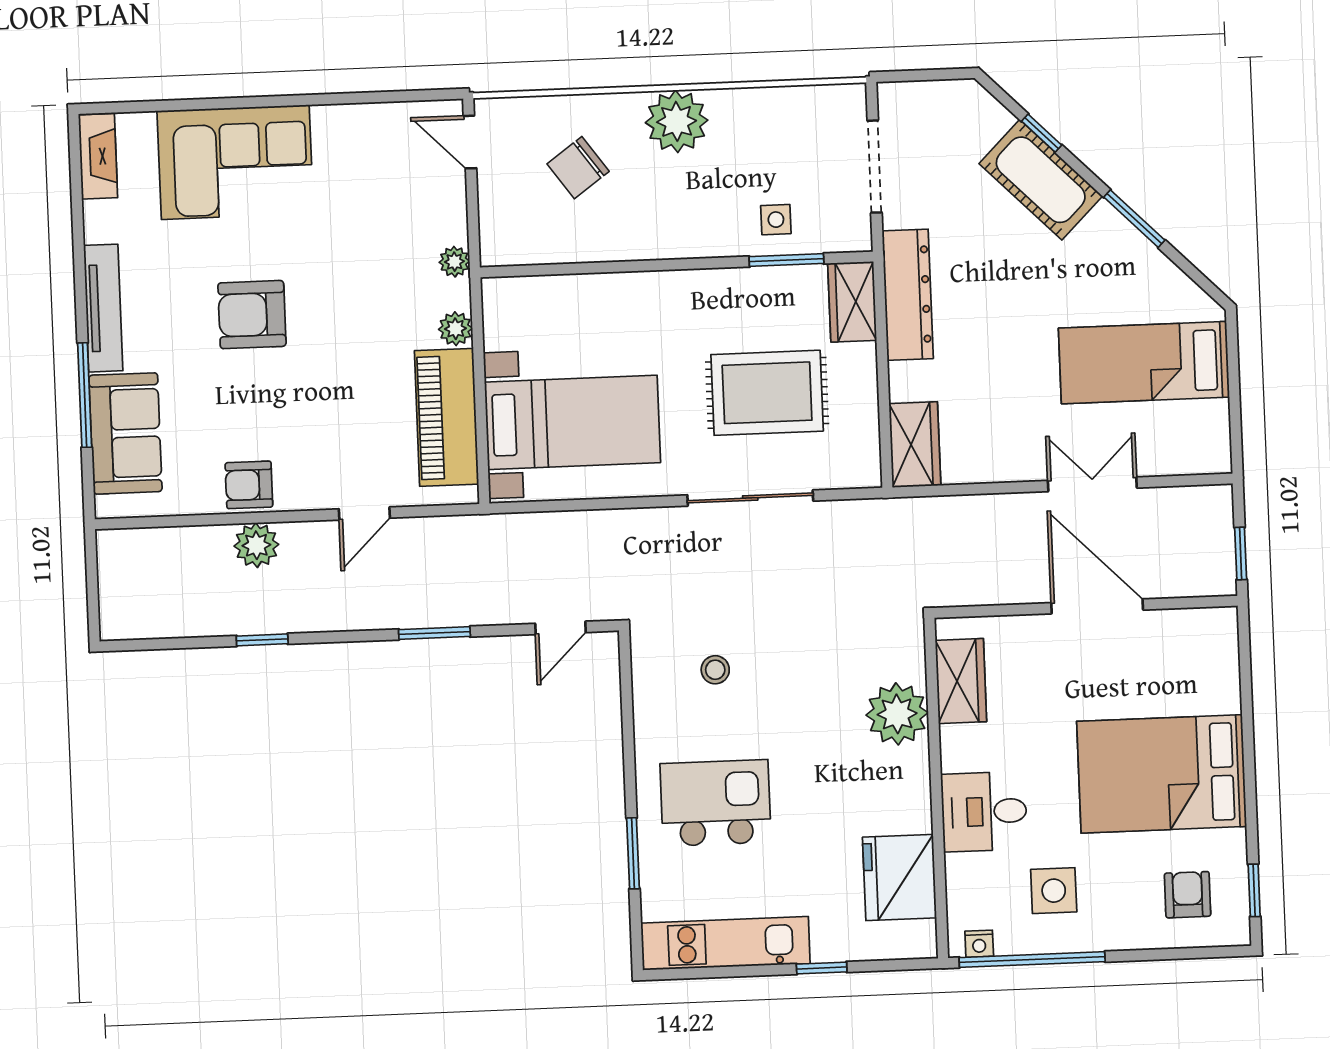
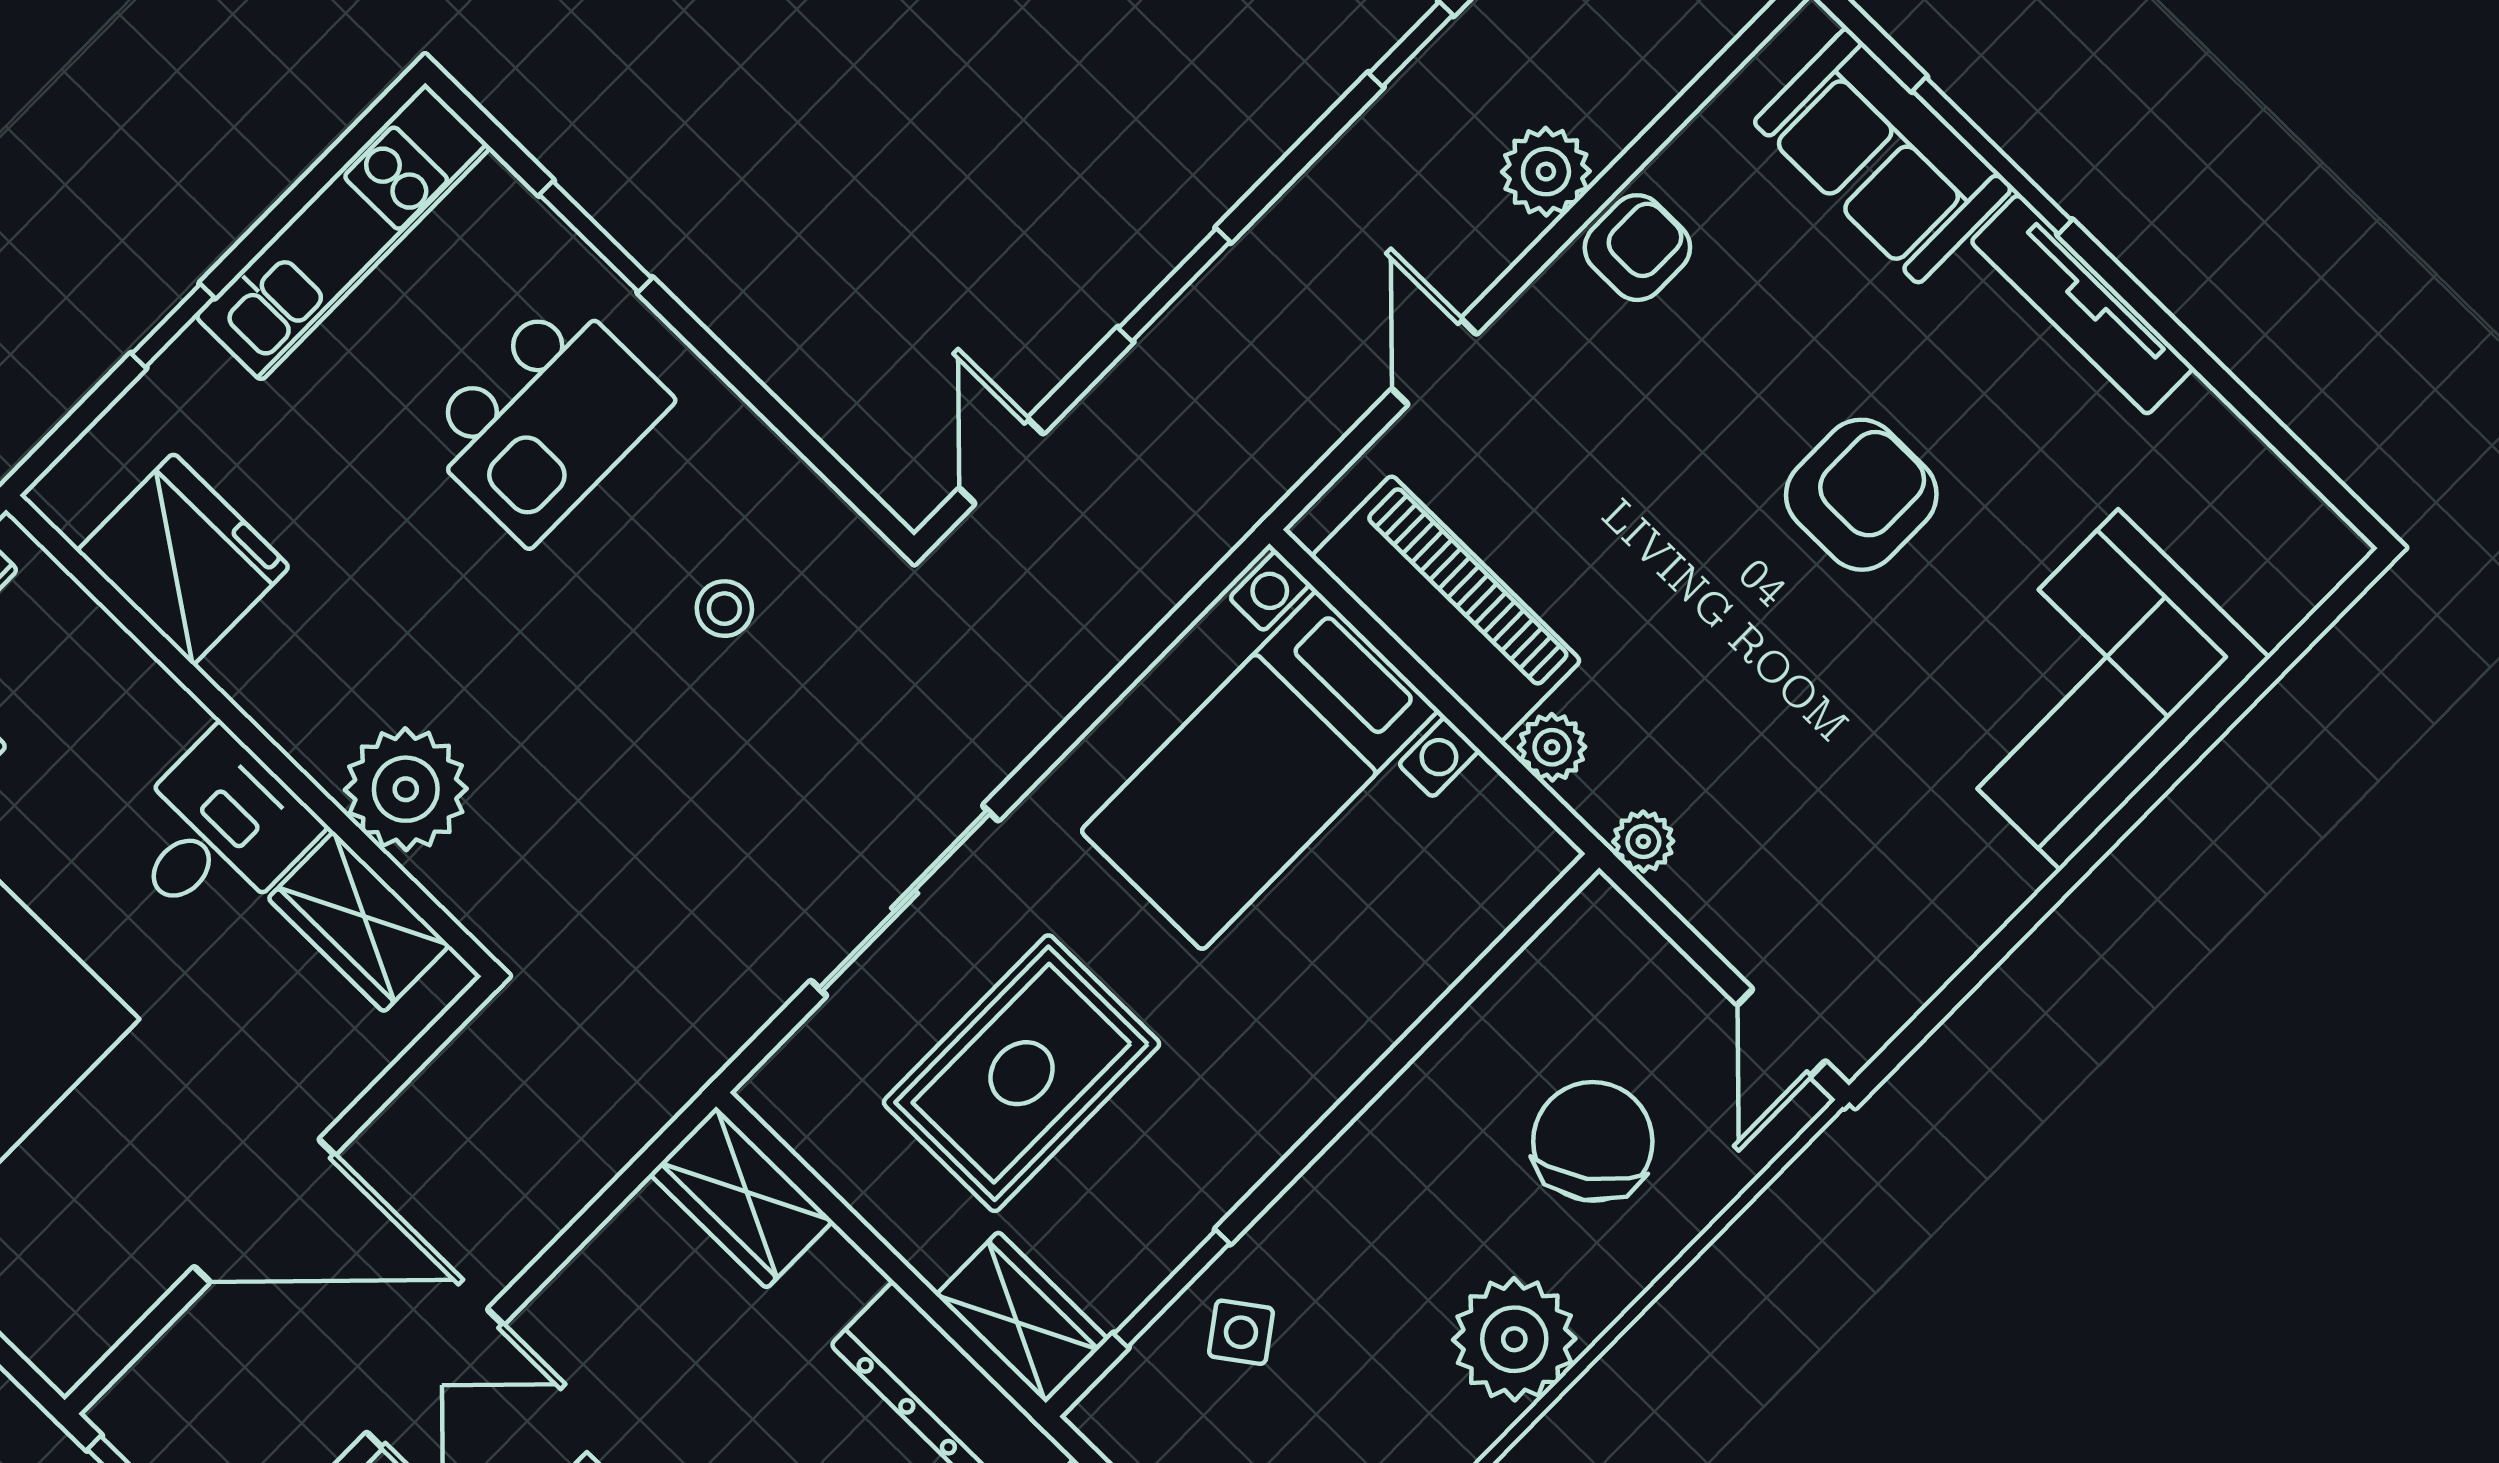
door: (470, 142) -> (1781, 1033), swing flipped
fireplace: (98, 156) -> (2293, 514), removed
chair: (578, 168) -> (1593, 1141), width x1.37, depth x1.37
side table: (776, 220) -> (1241, 1332), turned -36
desk: (984, 812) -> (217, 832), moved

